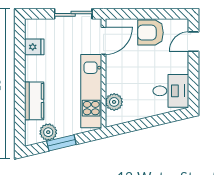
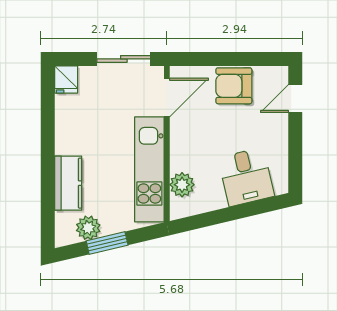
fridge: (34, 47) -> (66, 80), moved, turned 90
desk: (171, 91) -> (246, 177), moved, turned 77

